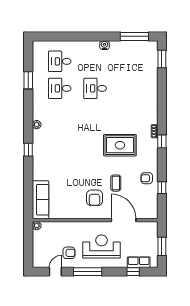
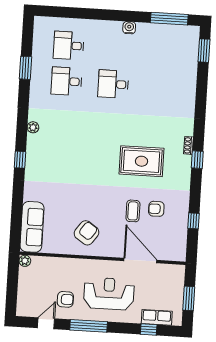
armchair: (147, 178) -> (156, 209), moved
armchair: (94, 198) -> (87, 233), moved, turned -145

